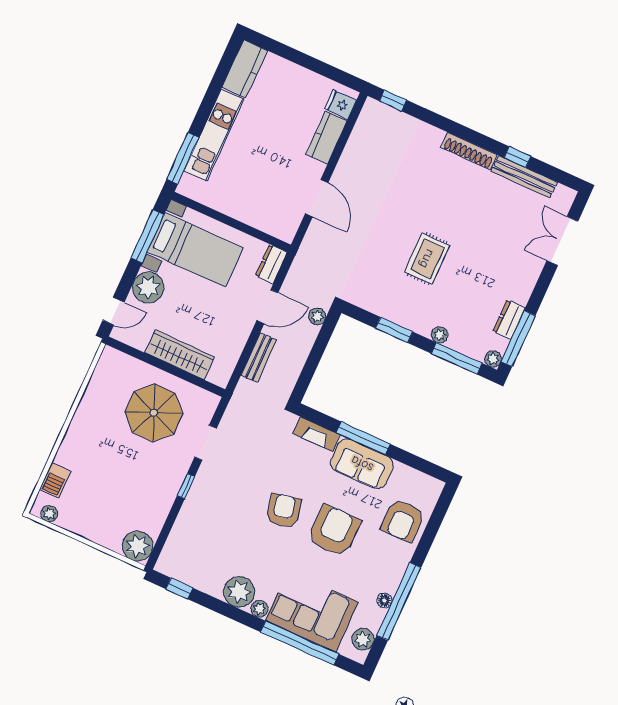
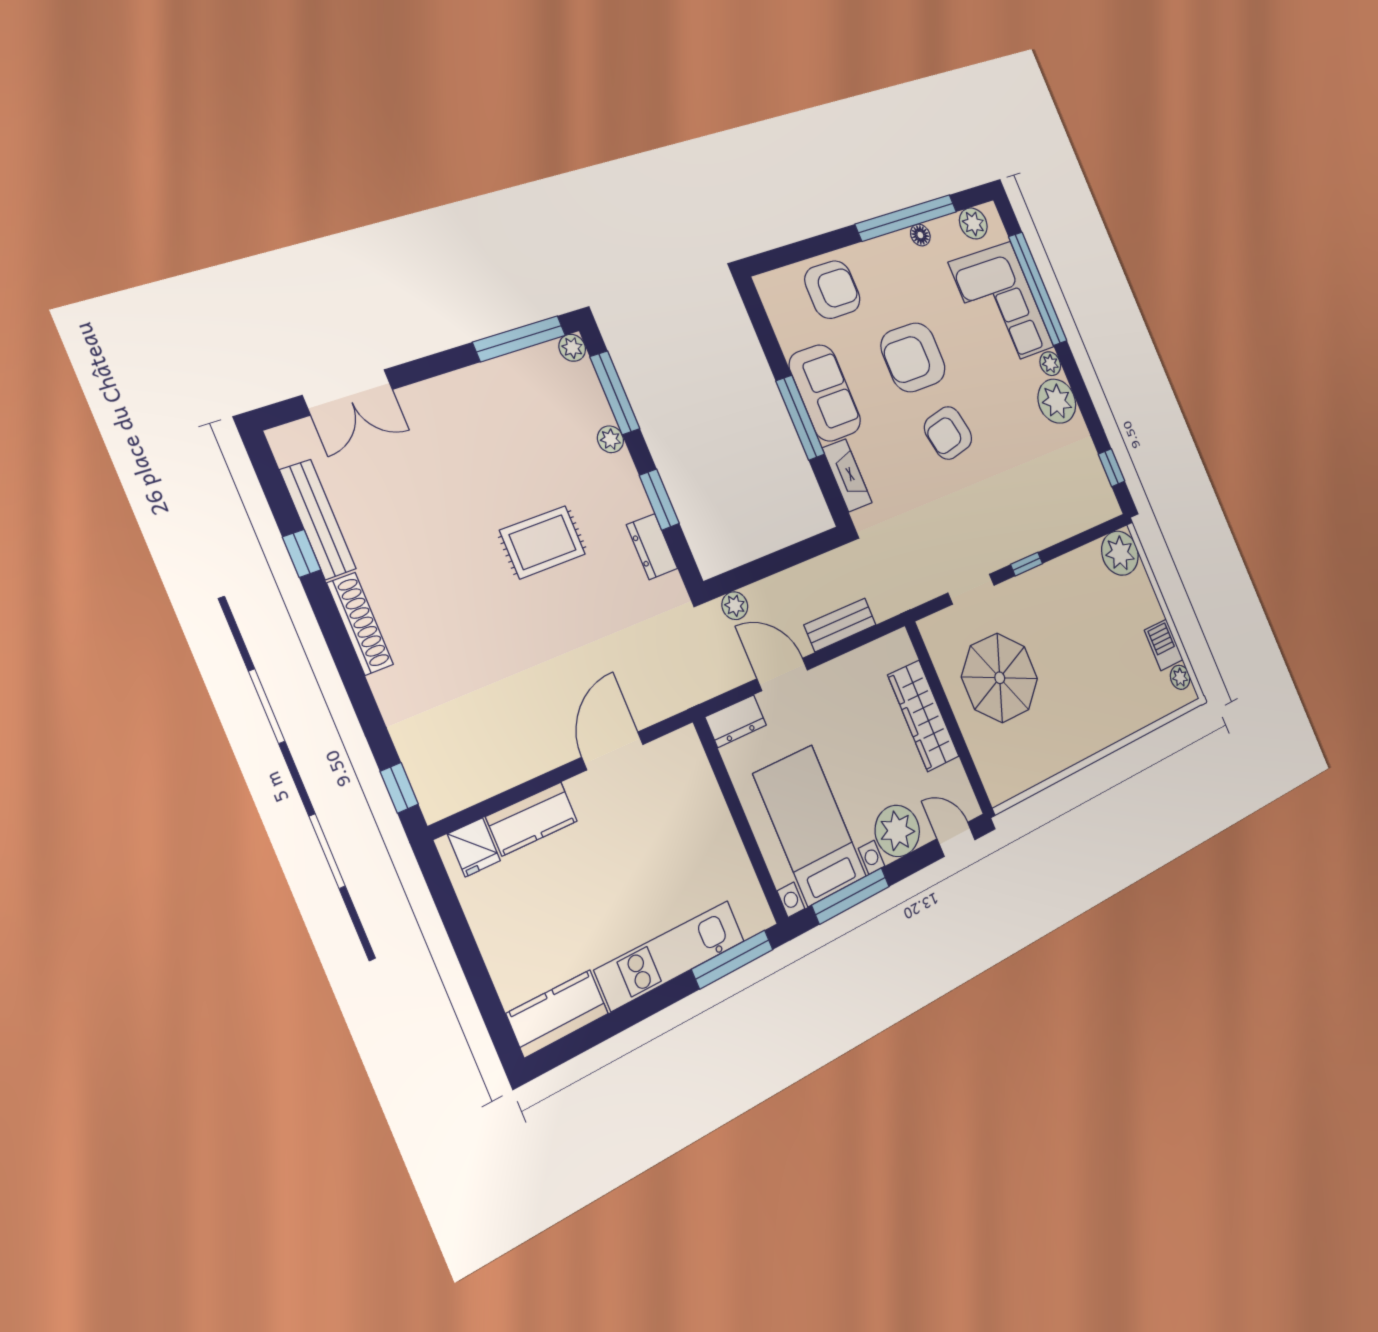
dresser: (509, 320) -> (652, 547), moved, turned 90
barbecue: (55, 480) -> (1164, 645), moved, turned -90

